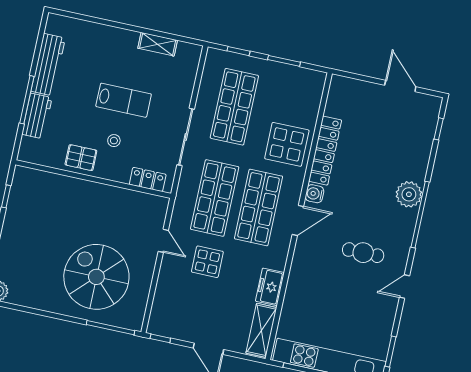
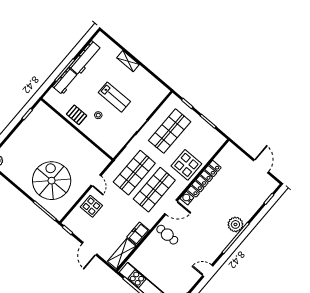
shelving: (158, 44) -> (128, 61), moved
locker: (148, 179) -> (105, 145), removed
cafe table: (363, 253) -> (167, 235), moved
display table: (207, 262) -> (91, 206), moved

